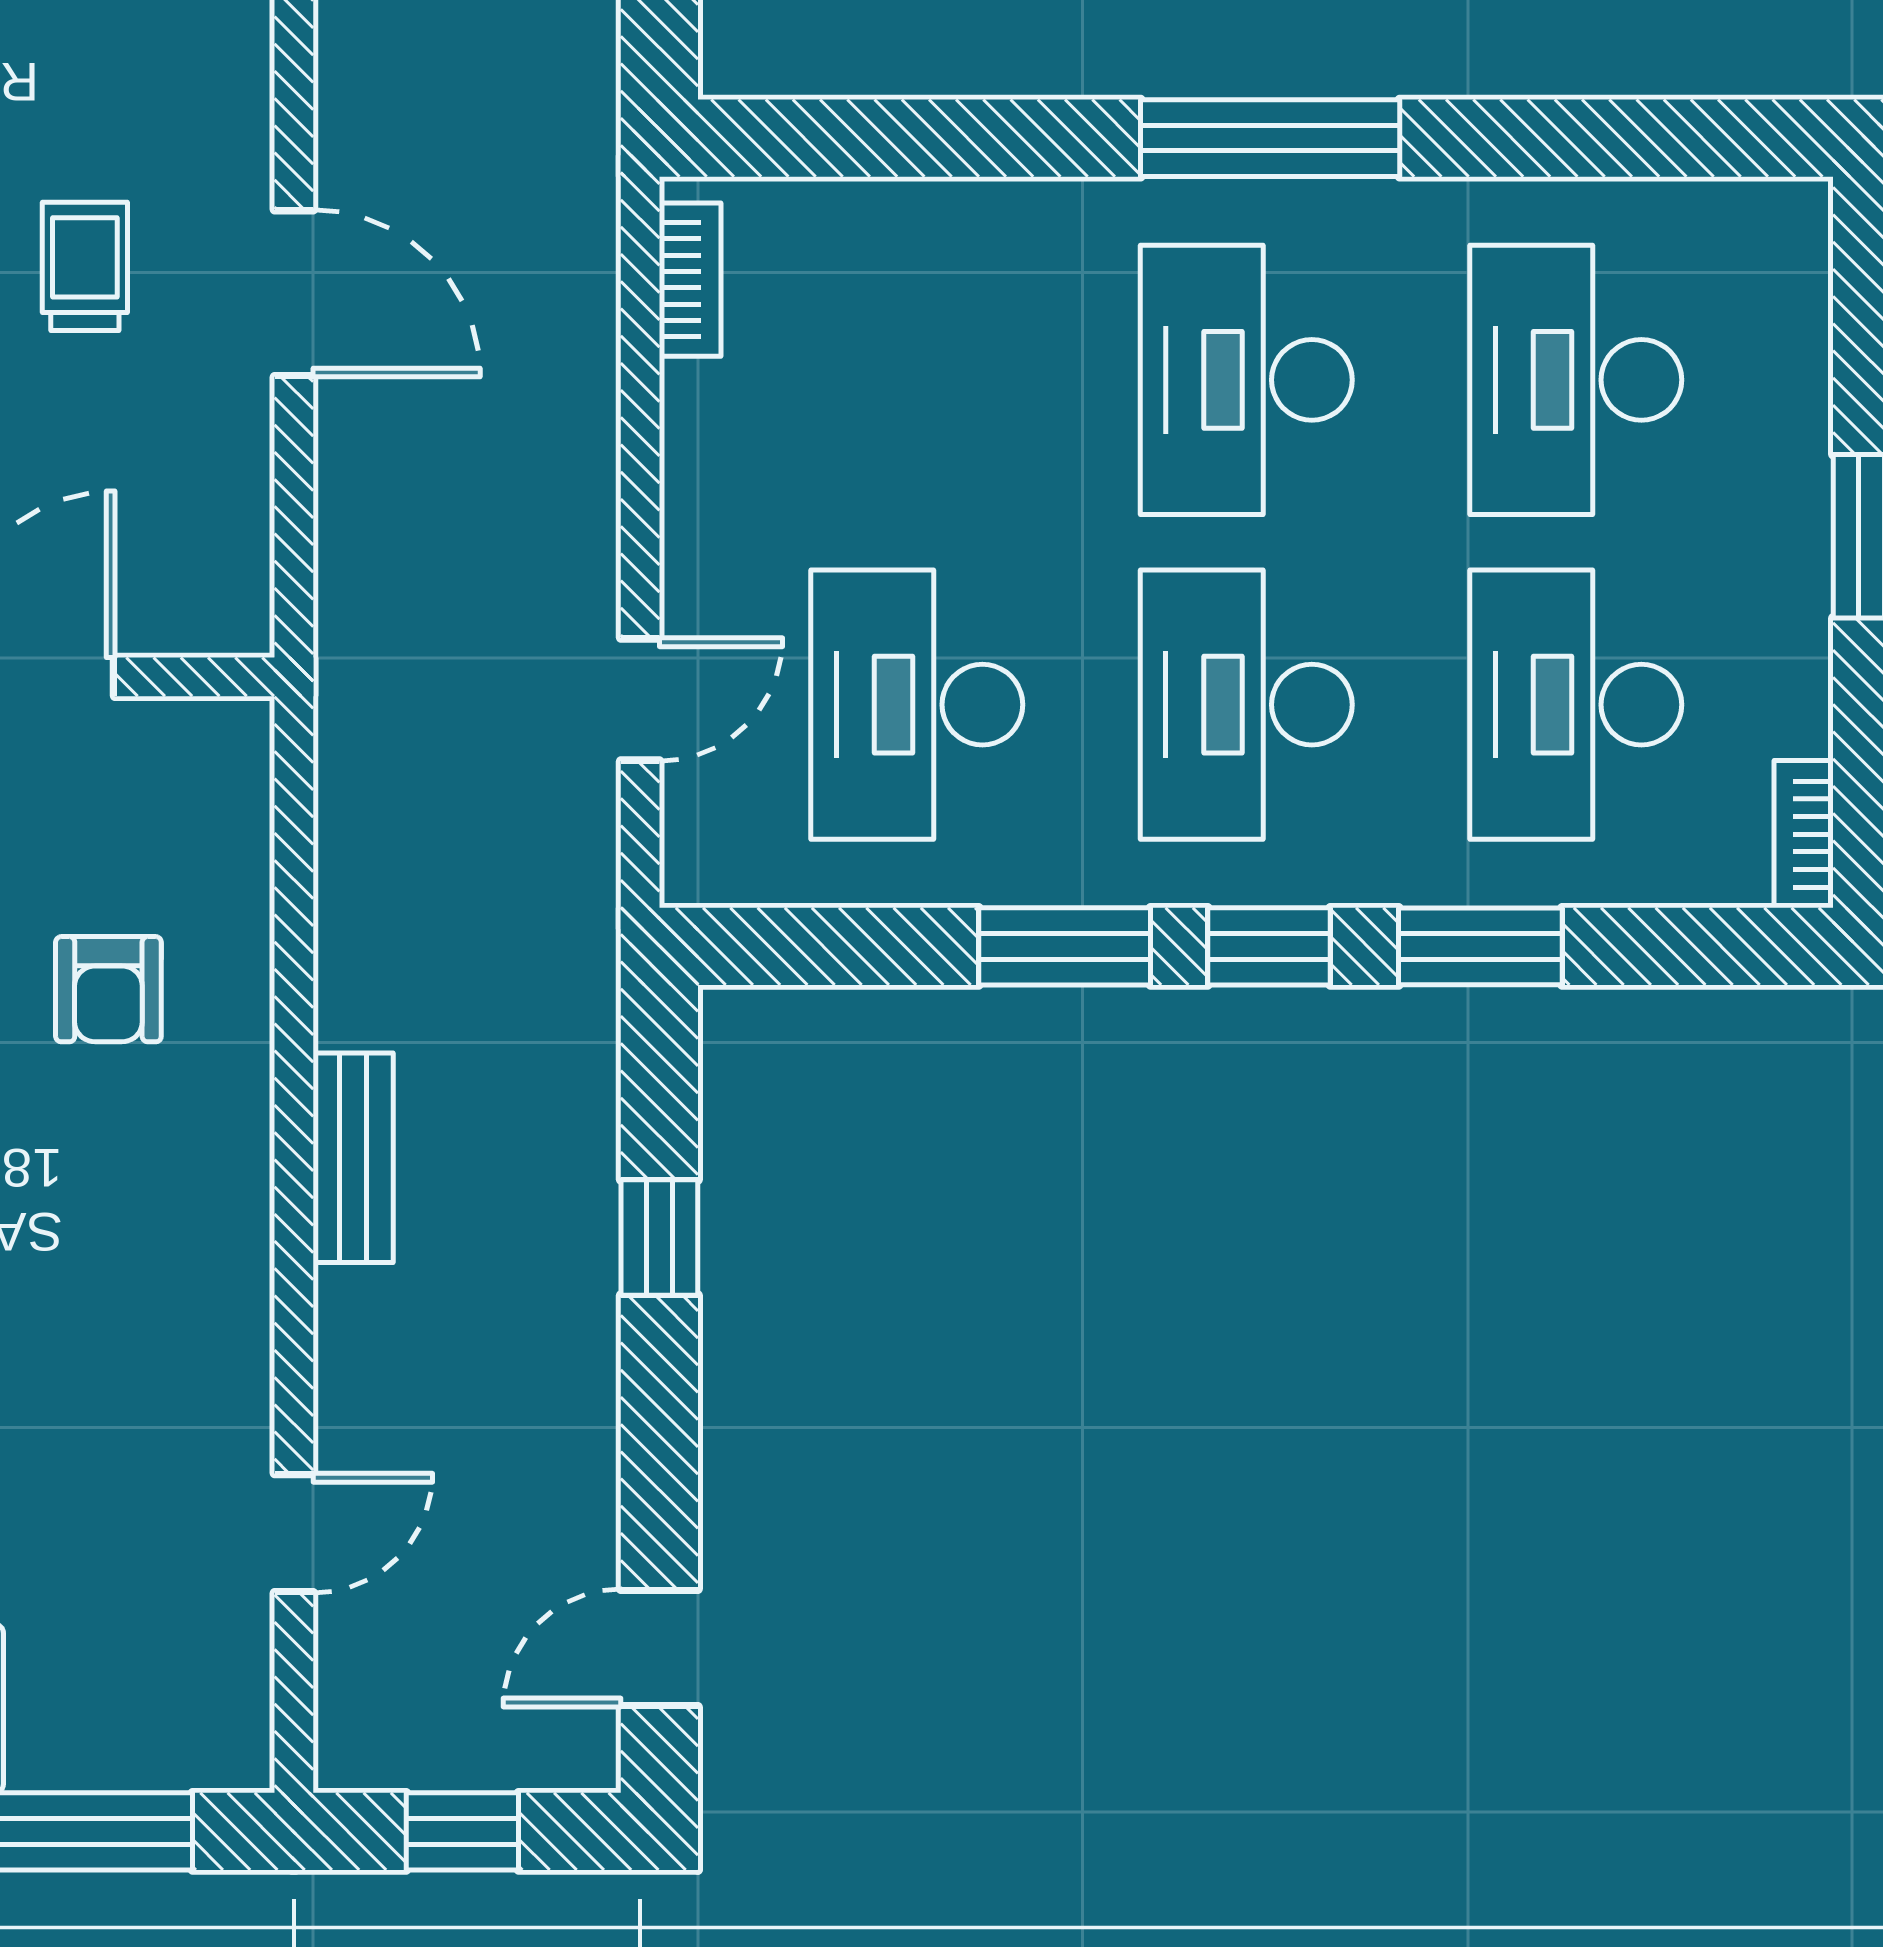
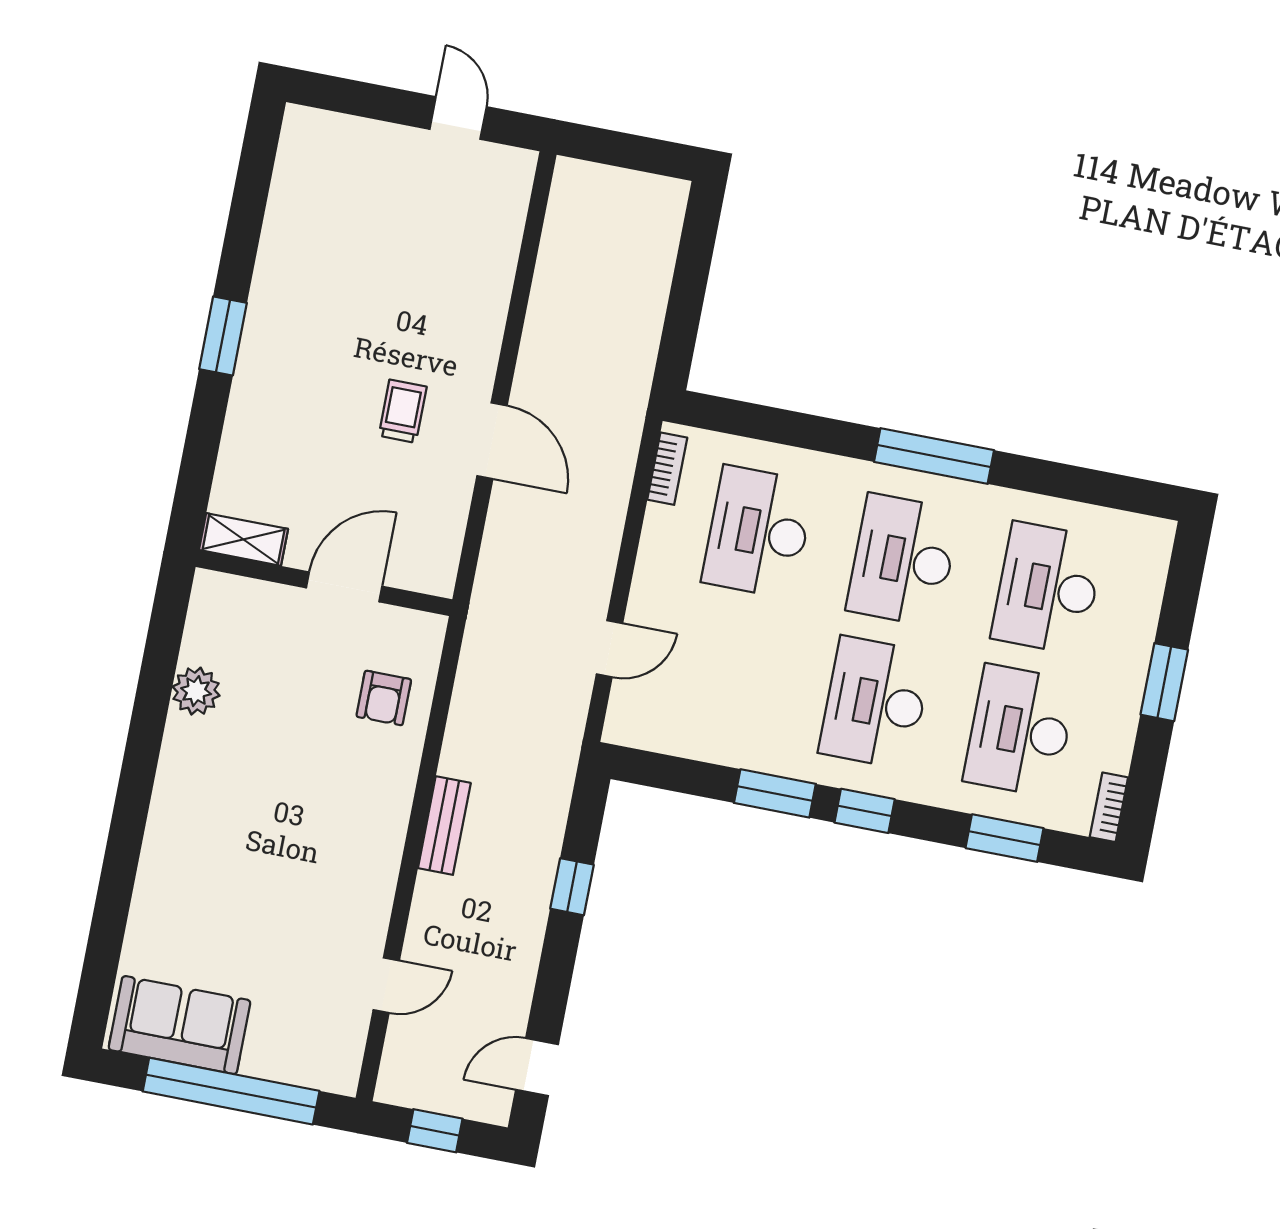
desk: (917, 705) -> (758, 532), moved
window: (1480, 946) -> (1005, 838), moved
armchair: (108, 989) -> (384, 698), moved

